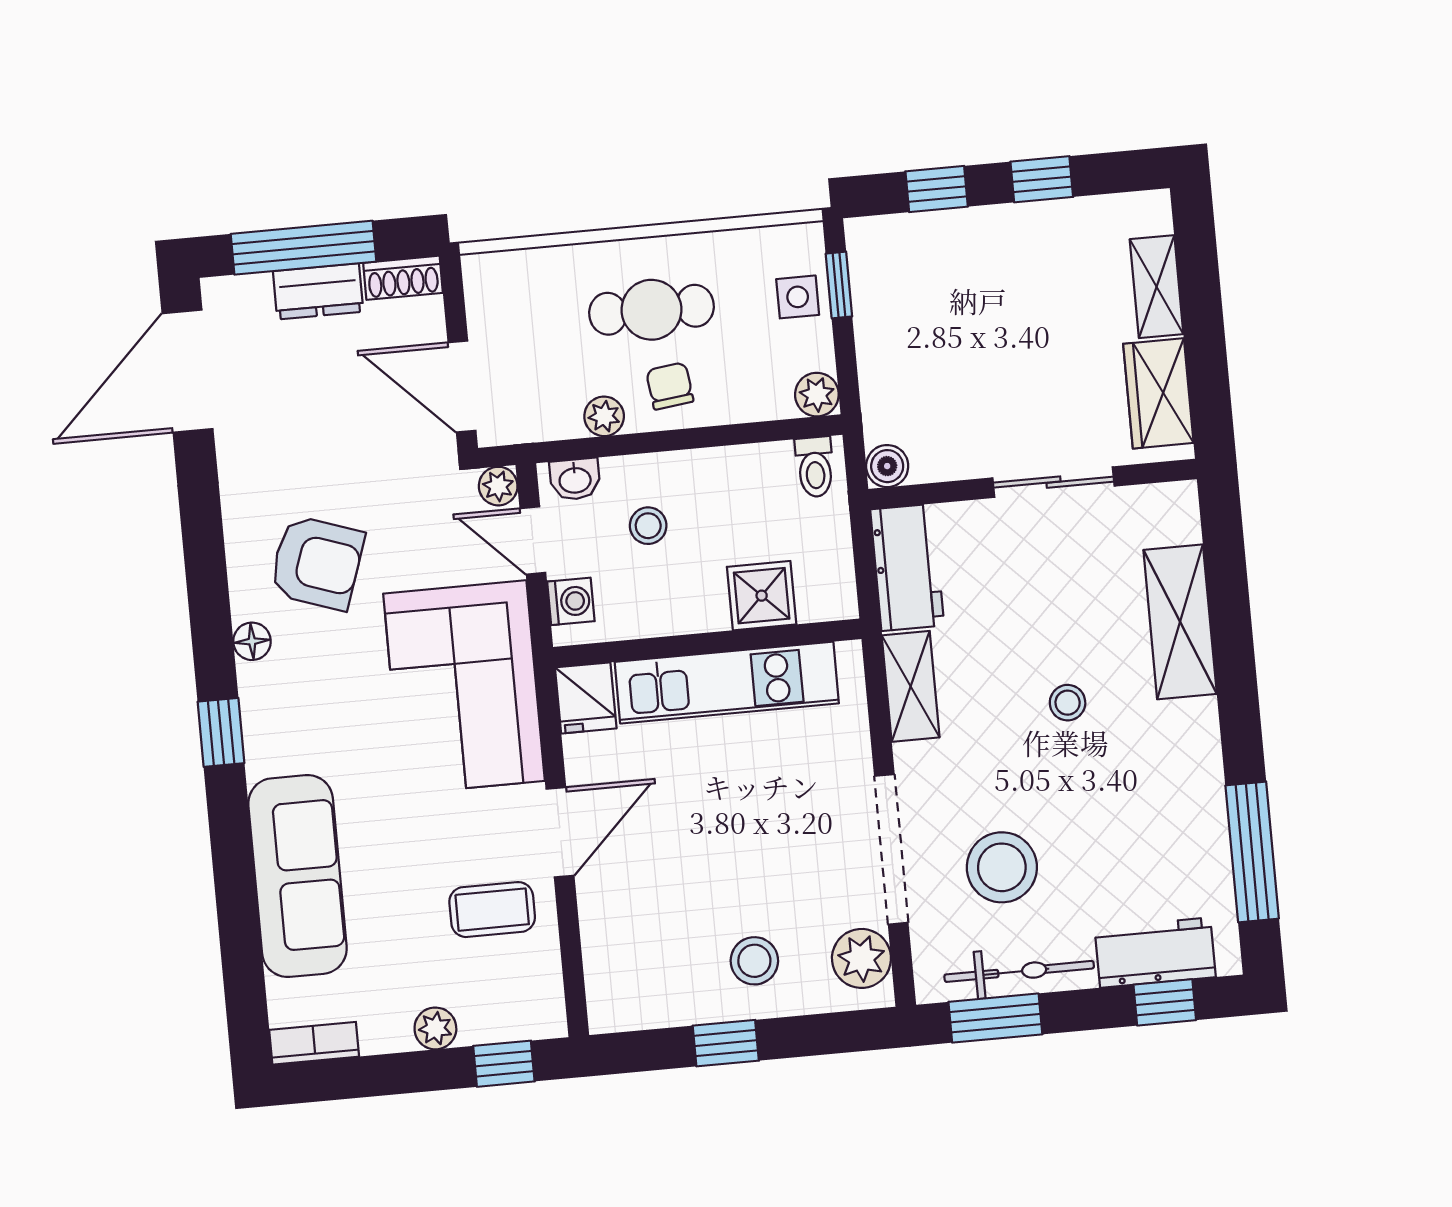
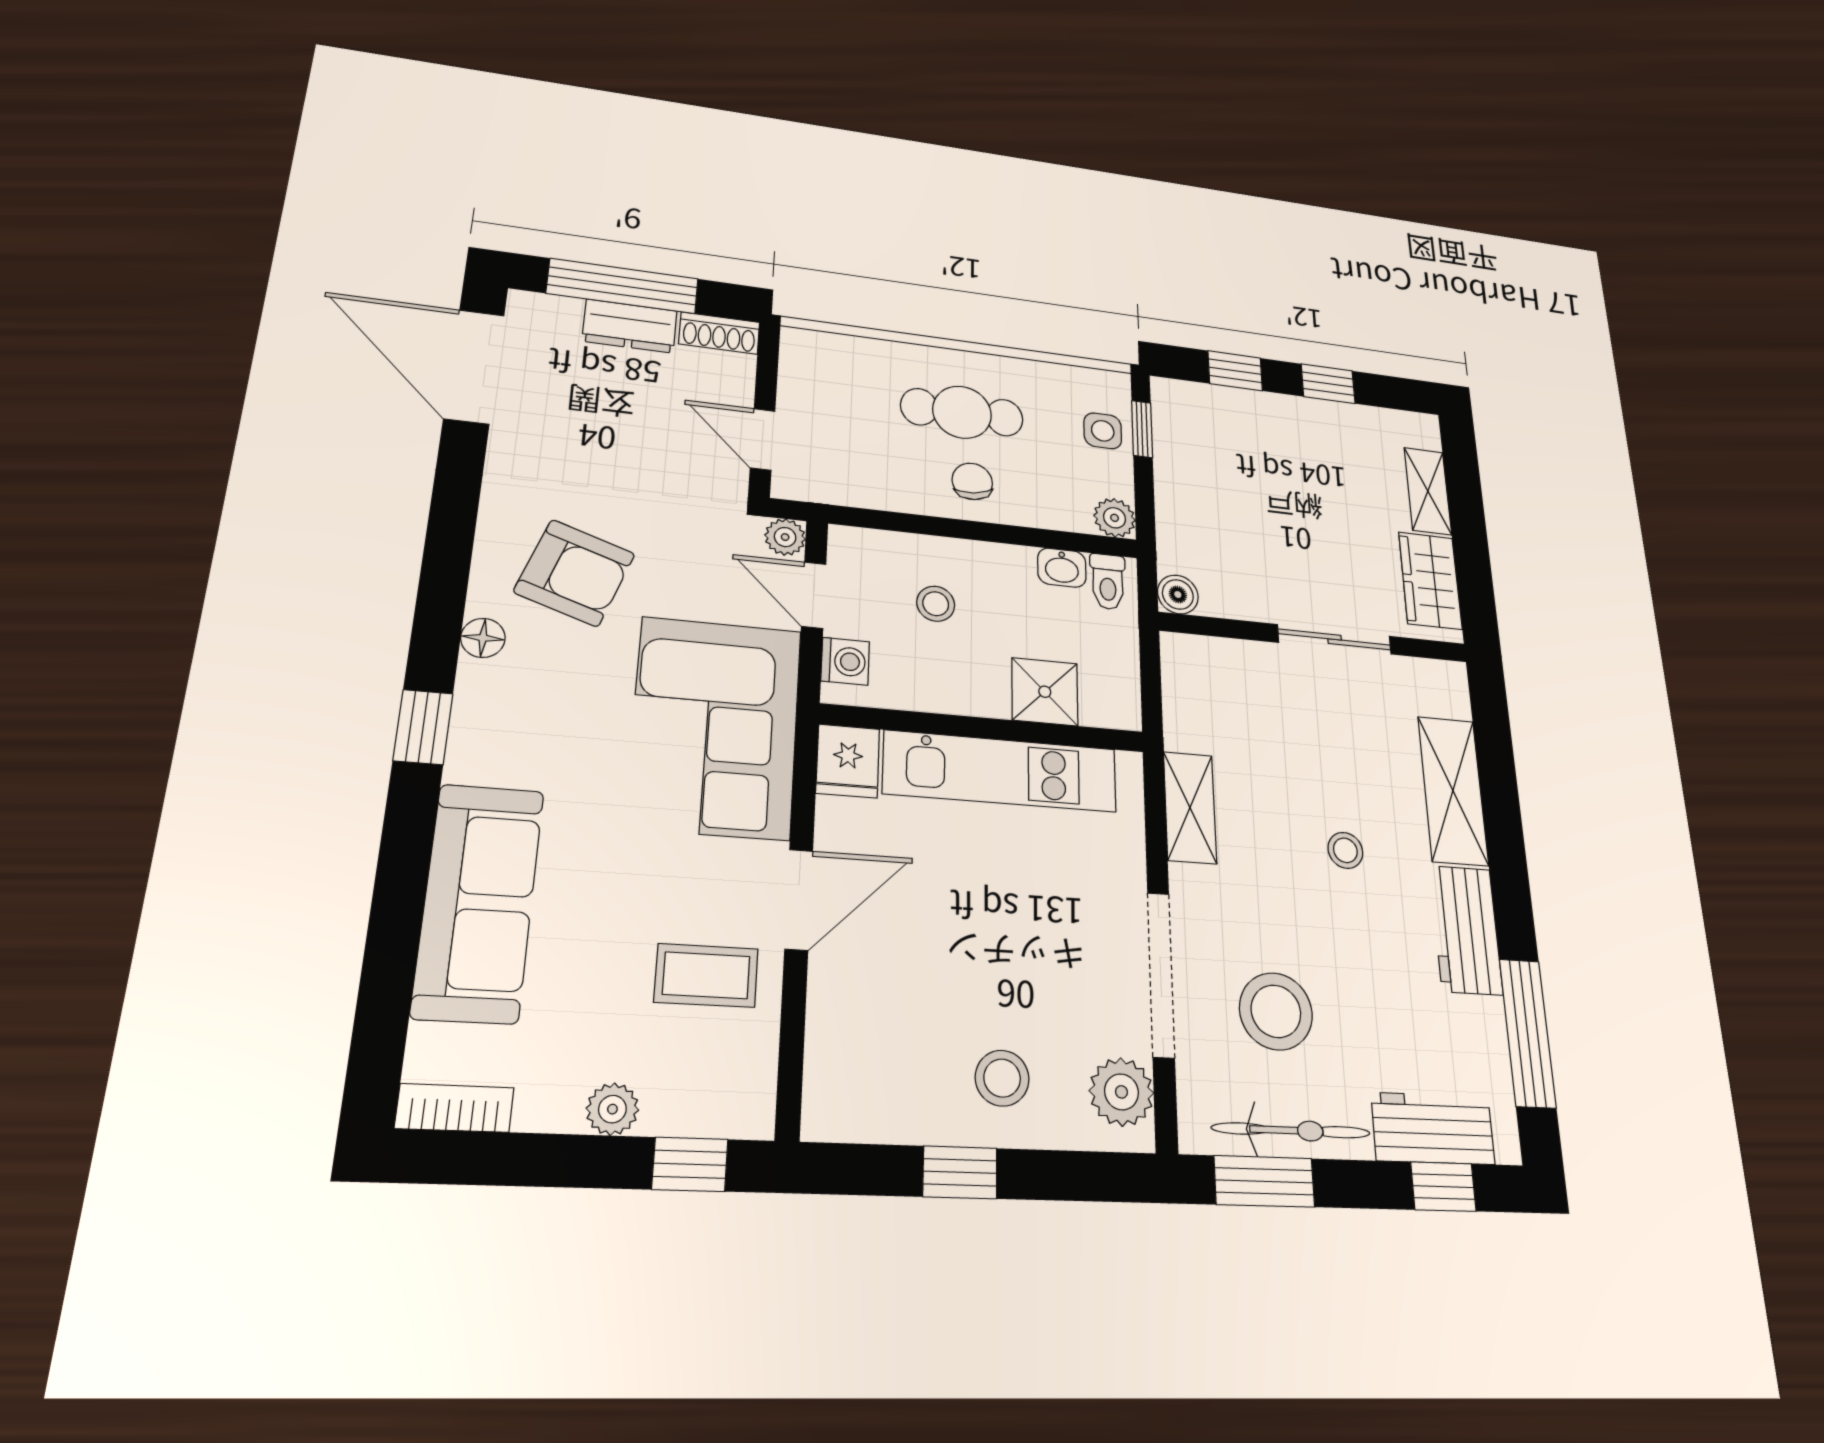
door: (188, 371) -> (474, 367), hinge flipped
door: (462, 387) -> (763, 439), width x0.73
plant: (604, 416) -> (903, 495), removed
washbasin: (575, 479) -> (1062, 568), moved
workbench: (907, 567) -> (1466, 930), moved, turned 180

